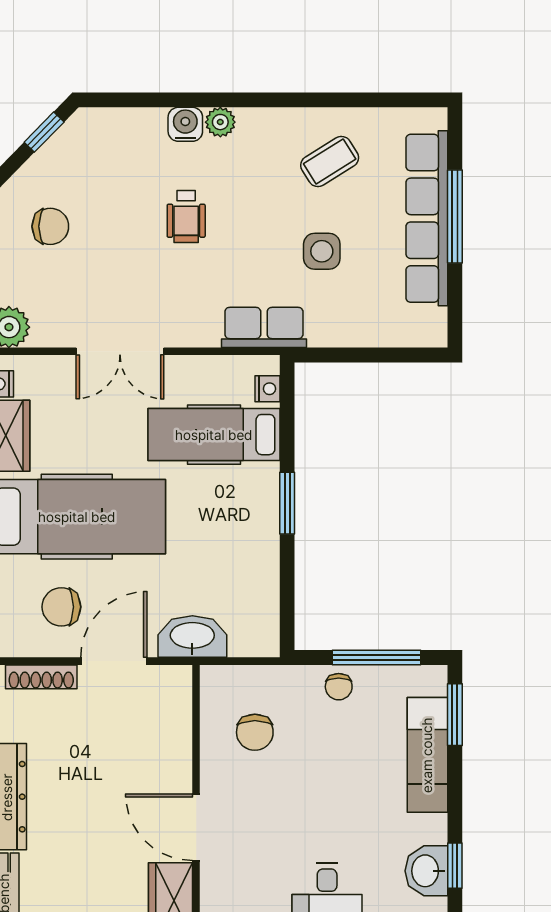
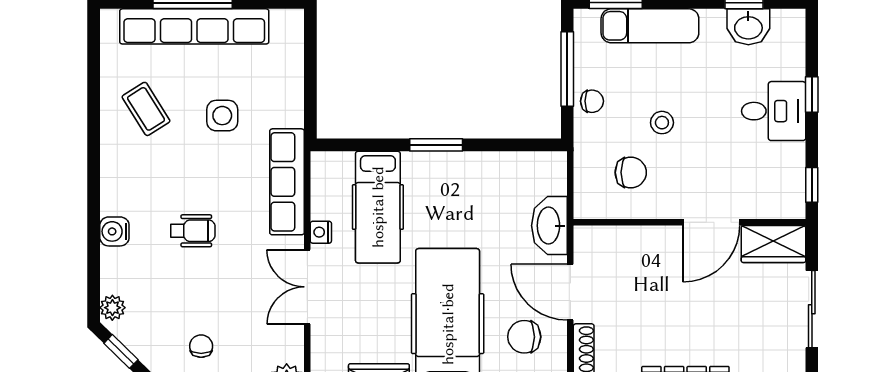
plant: (220, 122) -> (112, 308), moved
chair: (50, 226) -> (201, 346), width x0.73, depth x0.73
row of seats: (264, 327) -> (287, 182), width x1.48
double door: (120, 351) -> (307, 287), swing flipped
nightstand: (268, 389) -> (321, 232), moved, turned -90
chair: (61, 607) -> (524, 337), turned 90
stool: (314, 769) -> (662, 123), added

